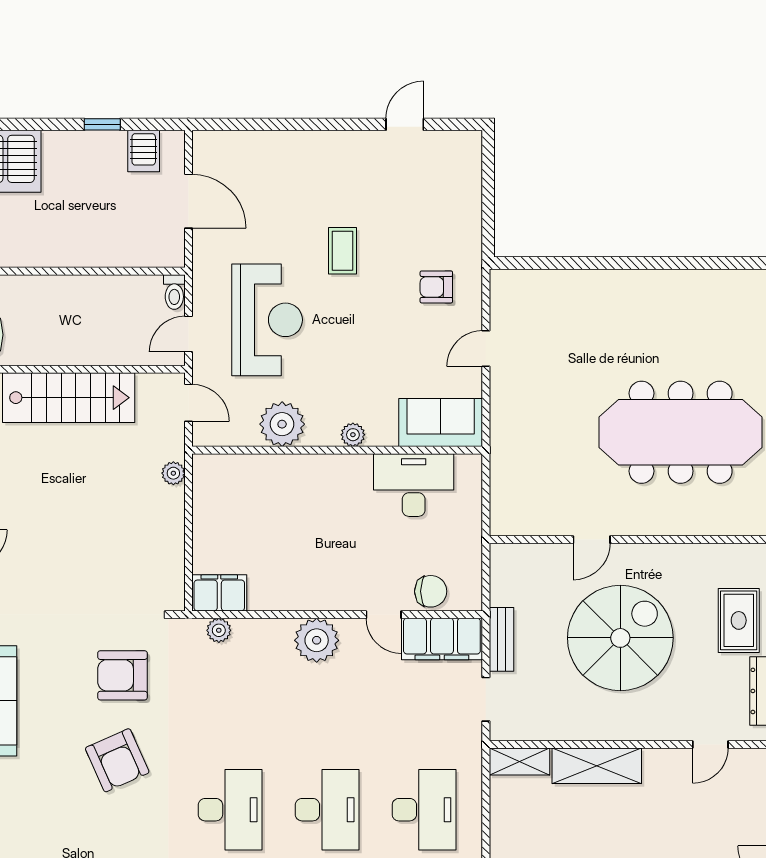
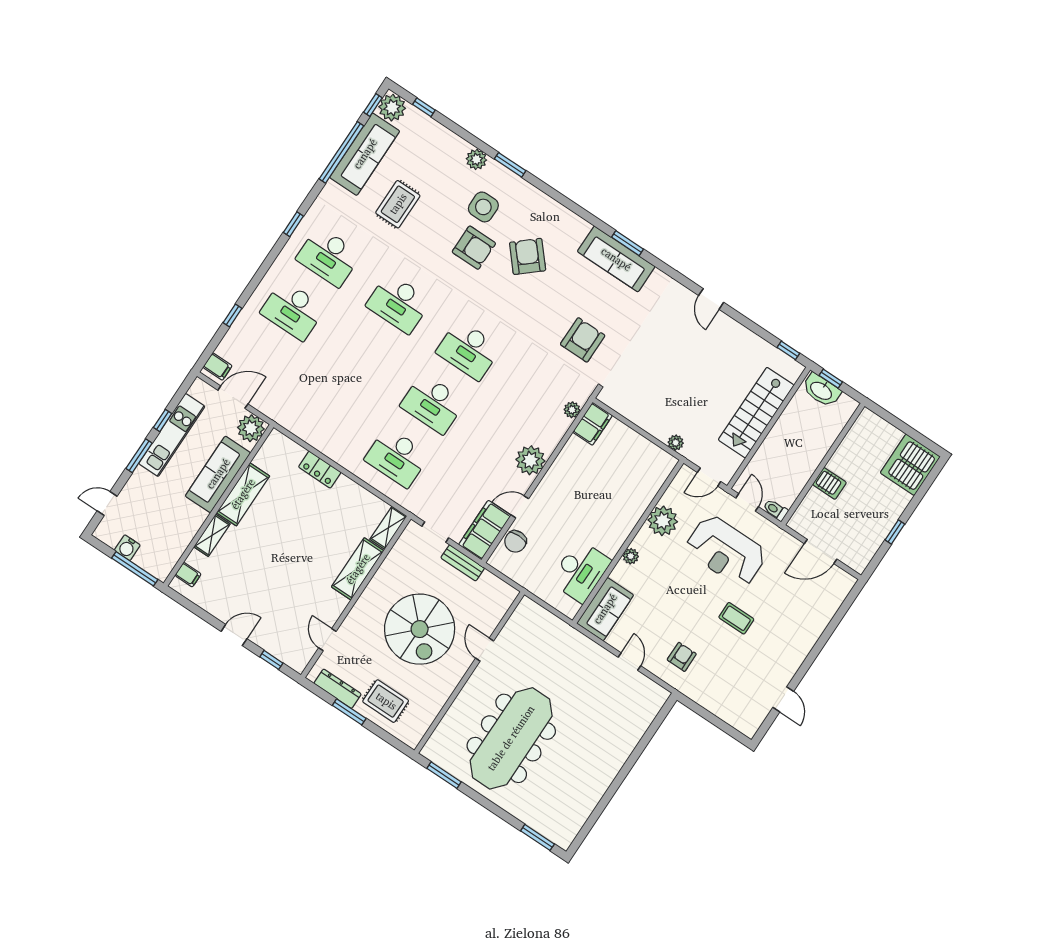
server rack: (144, 151) -> (829, 483), moved, turned 180
armchair: (117, 760) -> (528, 256), moved, turned 73

